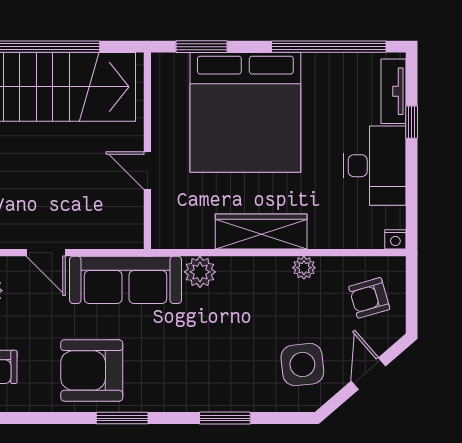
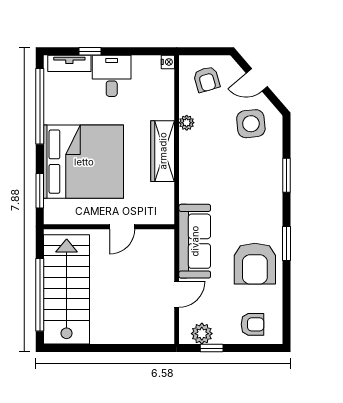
desk: (375, 166) -> (112, 76), width x0.73
plant: (200, 272) -> (189, 192), removed

